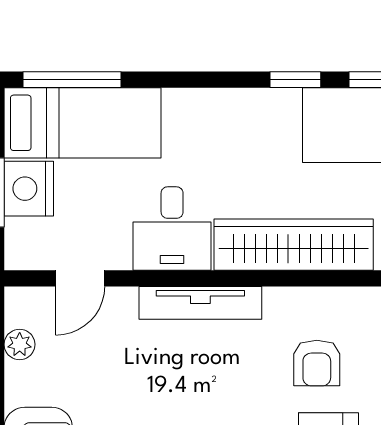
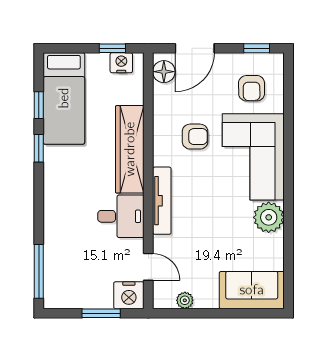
bed: (83, 123) -> (63, 266), removed
nightstand: (29, 189) -> (129, 295), moved

